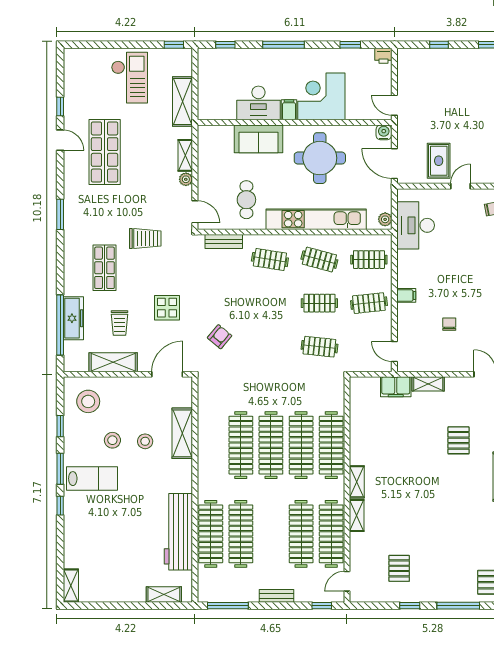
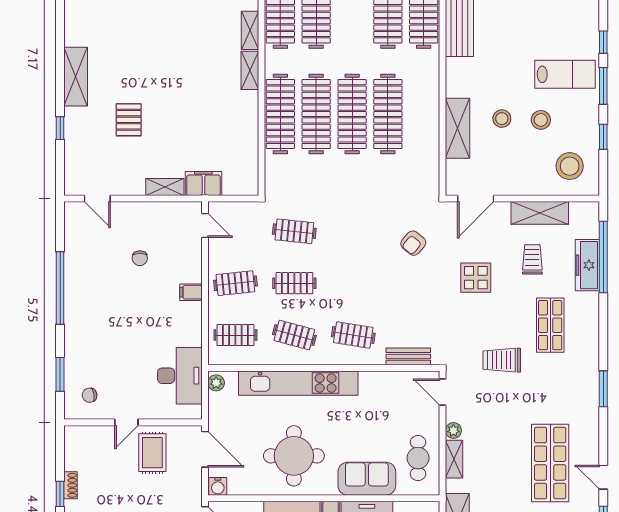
cafe table: (246, 200) -> (418, 458), moved
lab bench: (92, 479) -> (565, 74), turned 180

